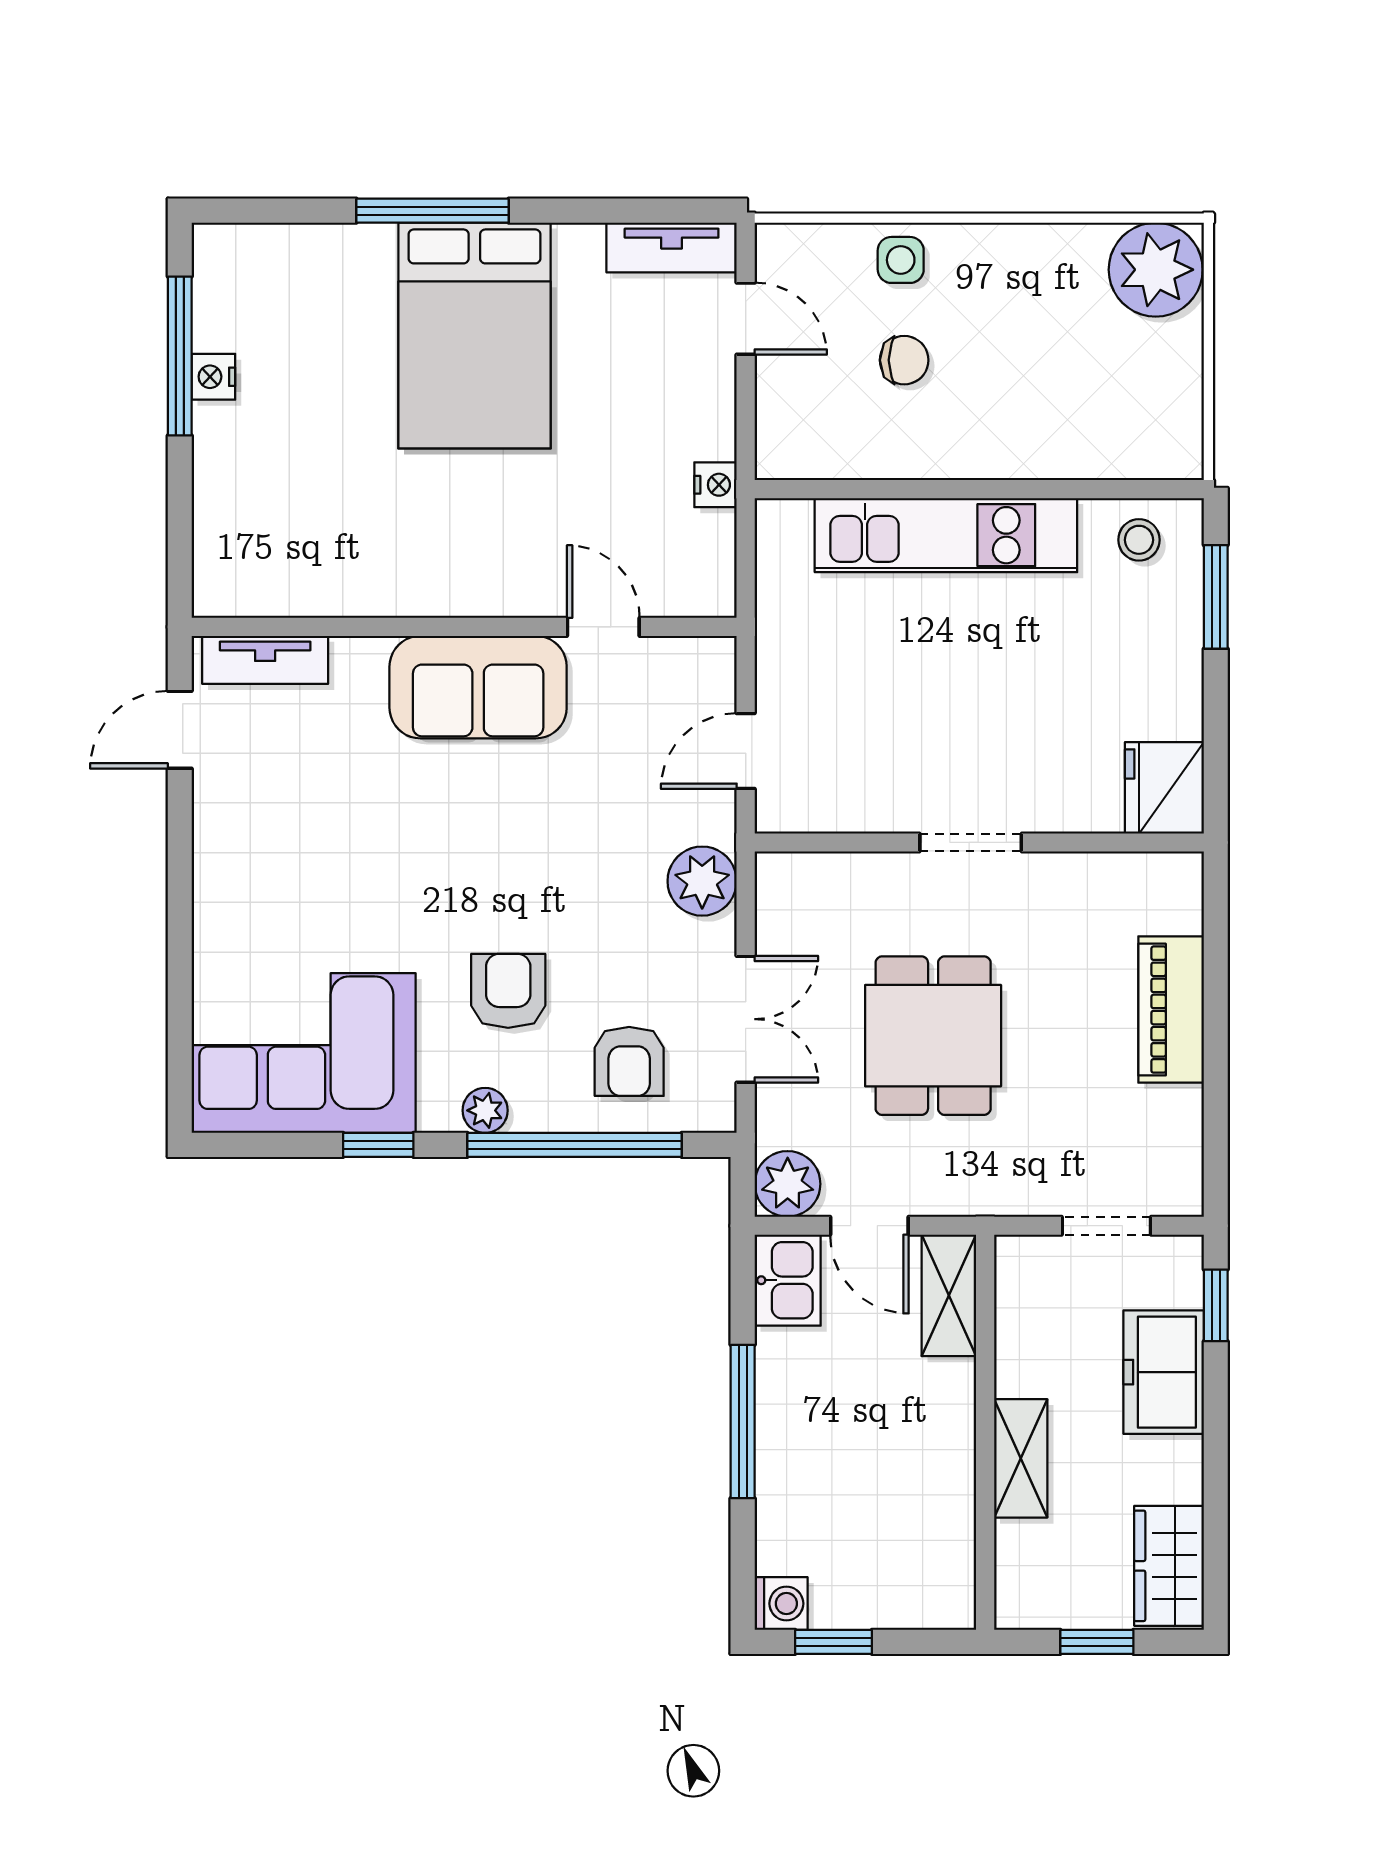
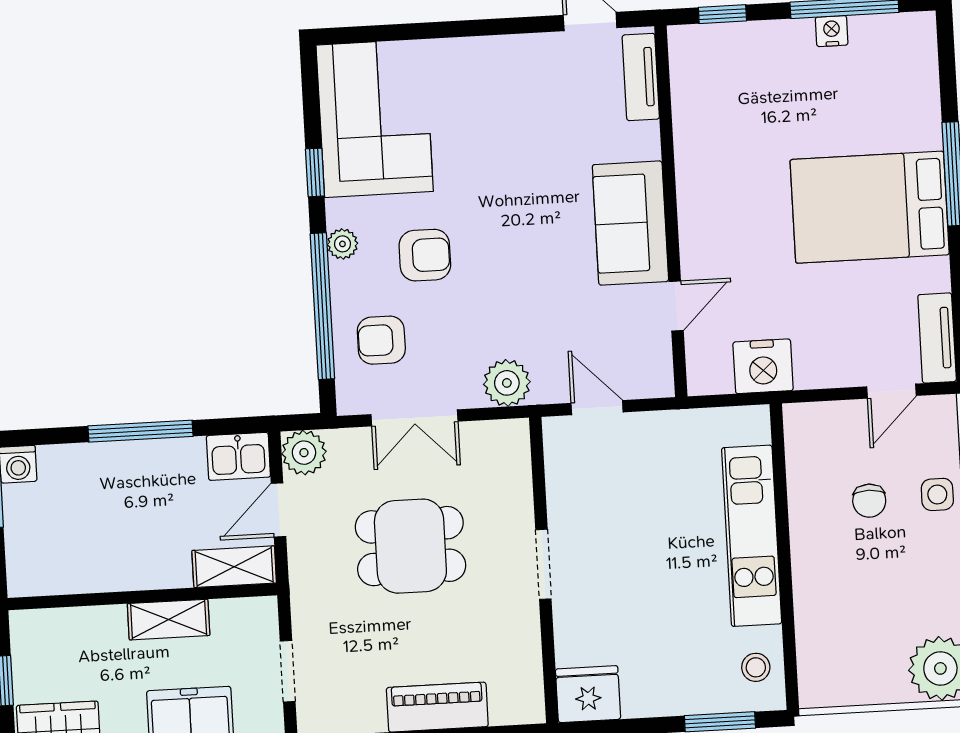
nightstand: (716, 485) -> (763, 366), width x1.89, depth x1.79
window: (180, 535) -> (722, 14), added
shelving: (1021, 1458) -> (169, 620), moved

